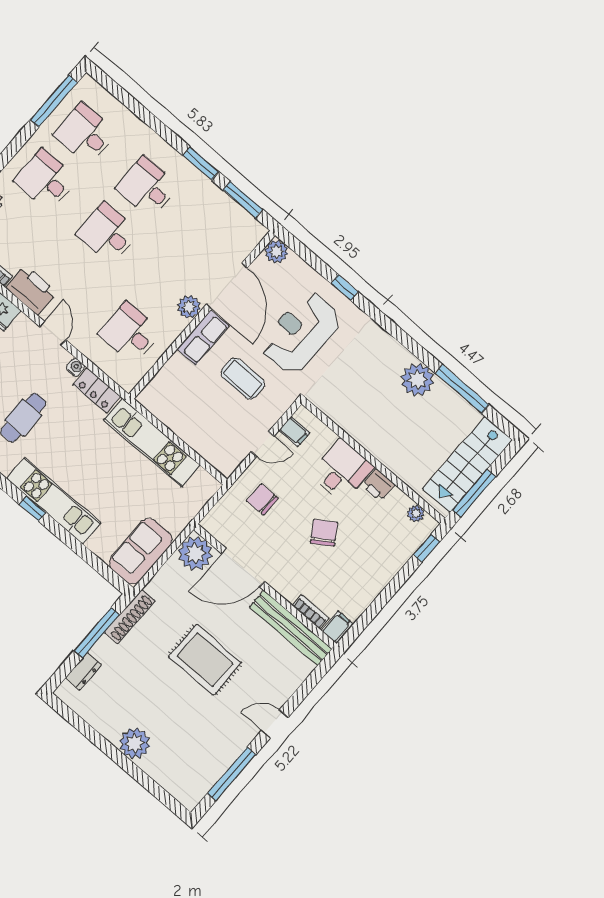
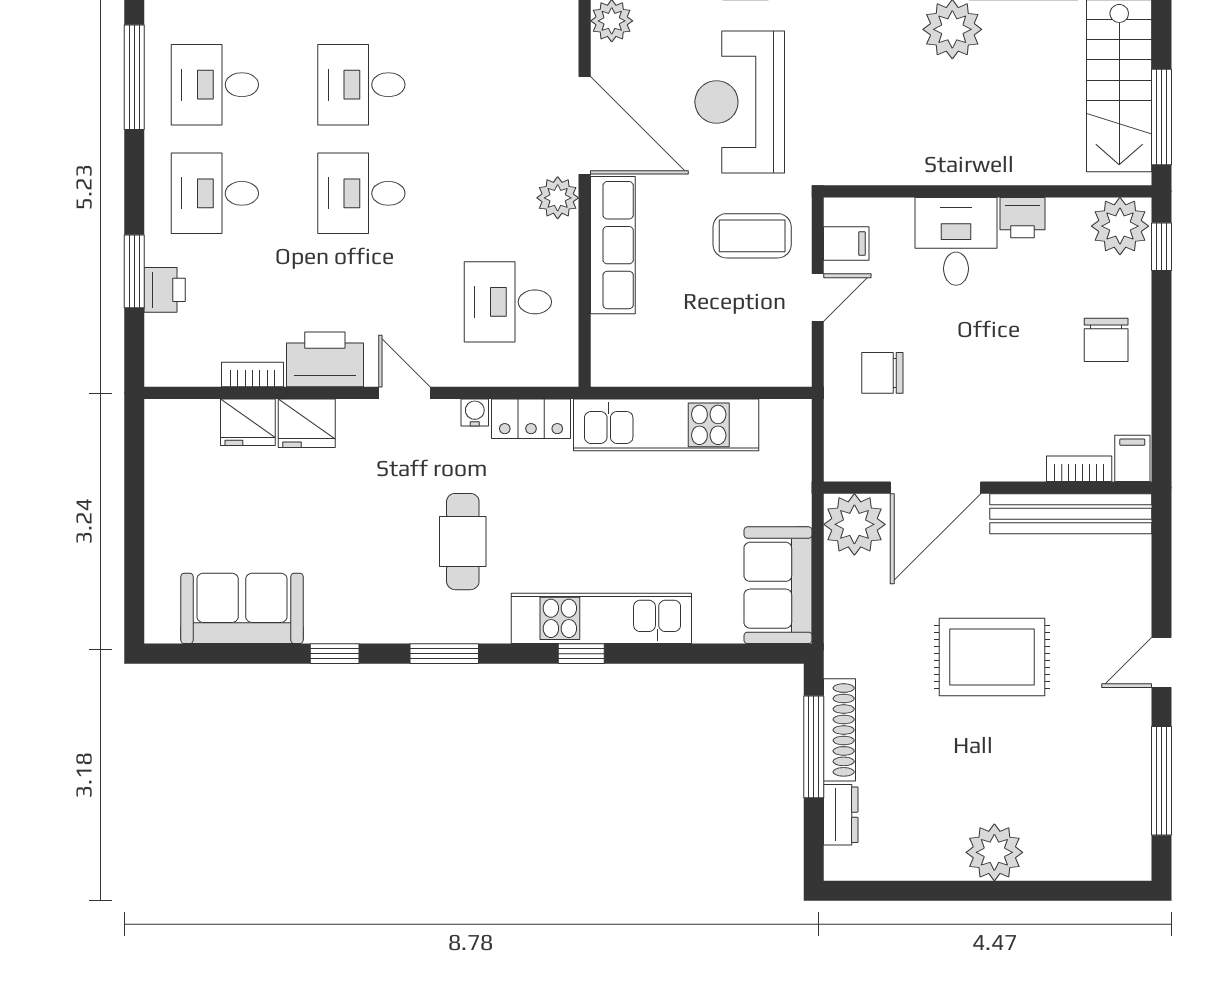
row of seats: (203, 338) -> (613, 245), width x1.48
coffee table: (243, 378) -> (752, 236), moved
plant: (416, 514) -> (1120, 226), width x1.87, depth x1.87
chair: (324, 533) -> (1106, 340), moved, turned -147
shoe rack: (130, 617) -> (840, 730), moved

